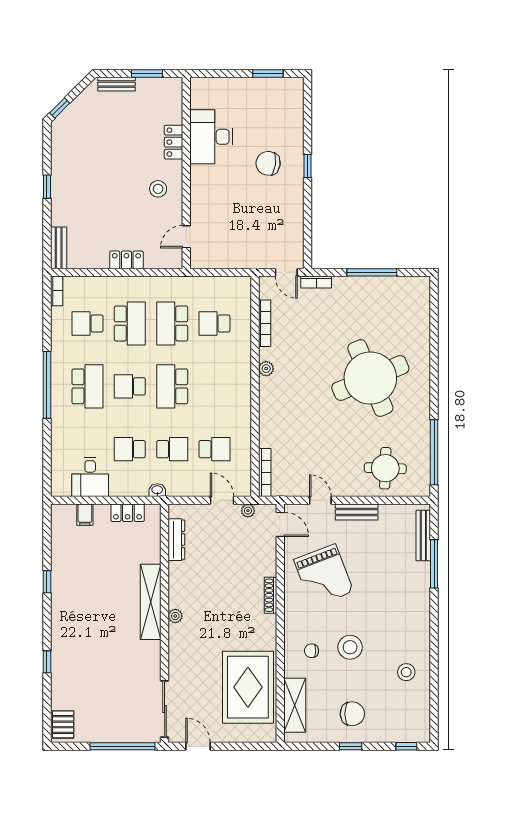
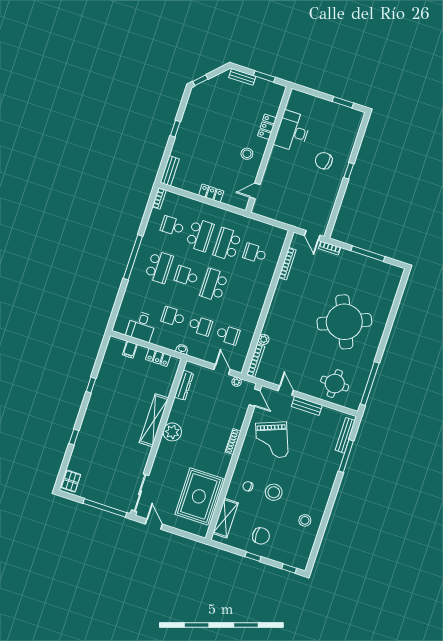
plant: (266, 369) -> (264, 339), moved
plant: (175, 616) -> (172, 432), width x1.88, depth x1.88

